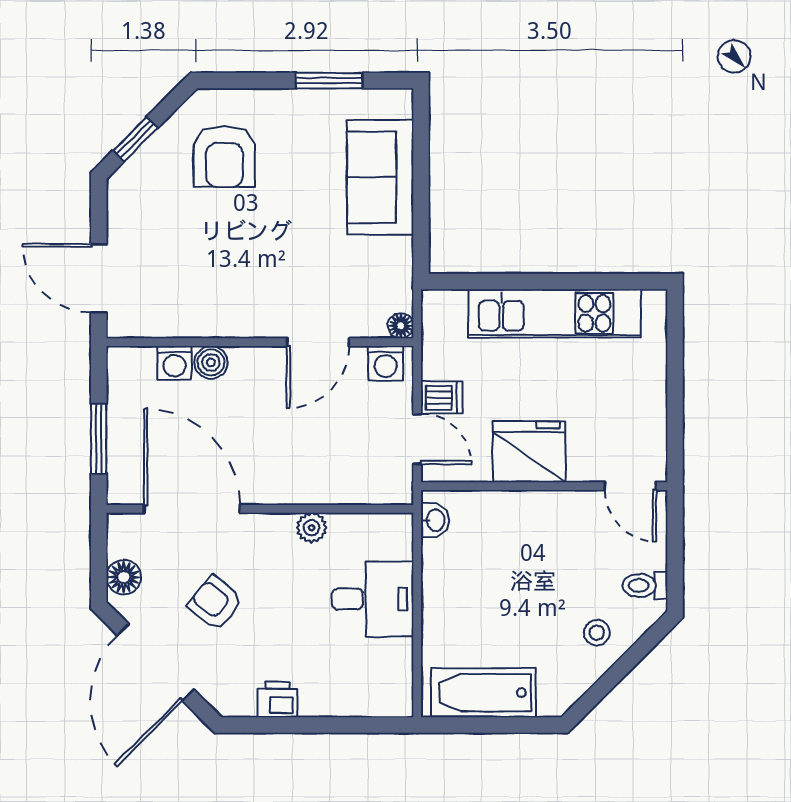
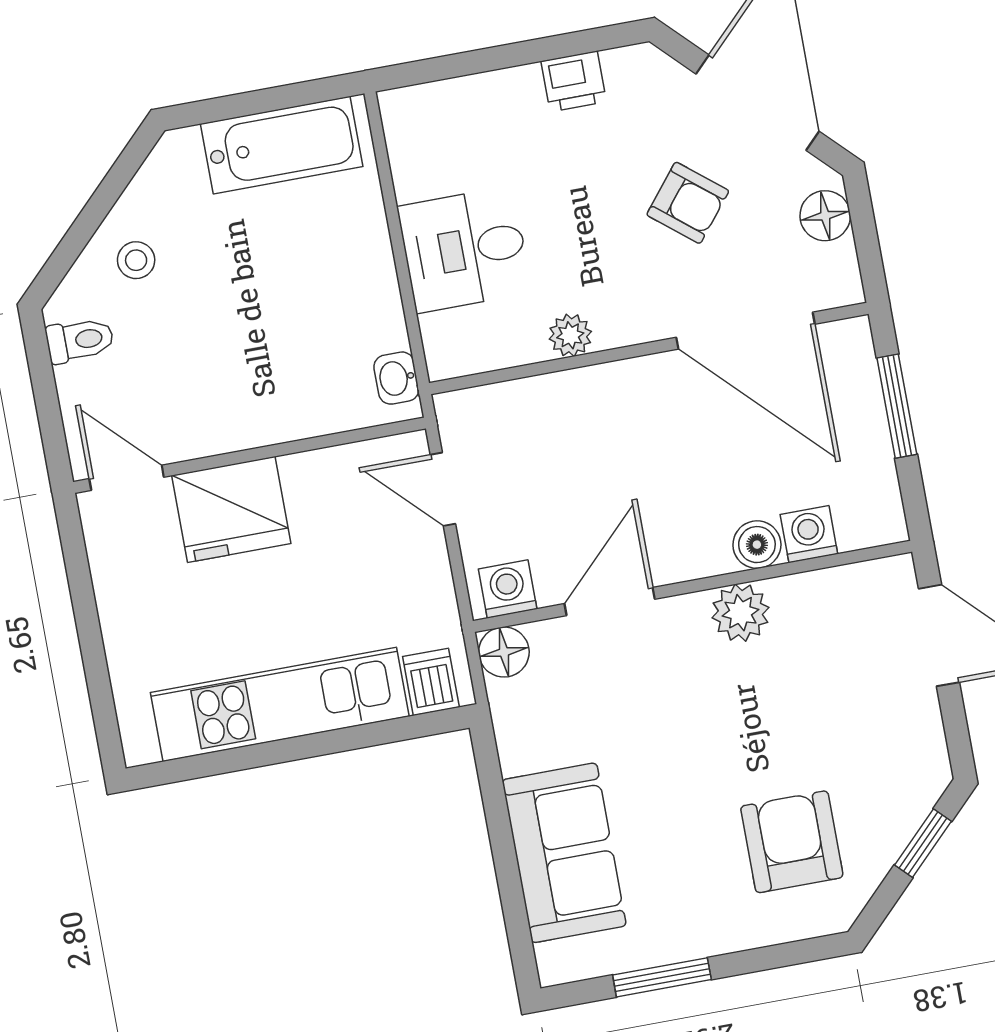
plant: (231, 318) -> (740, 613), added
floor lamp: (401, 326) -> (504, 652), width x1.37, depth x1.37
dishwasher: (442, 398) -> (431, 682), moved, turned 90
fridge: (529, 452) -> (231, 509), moved

